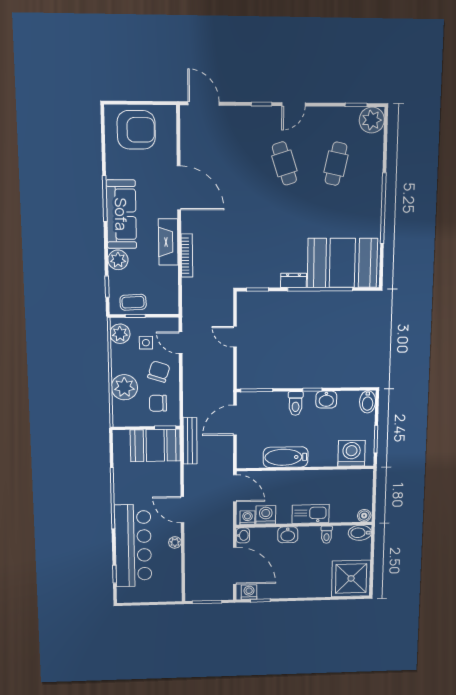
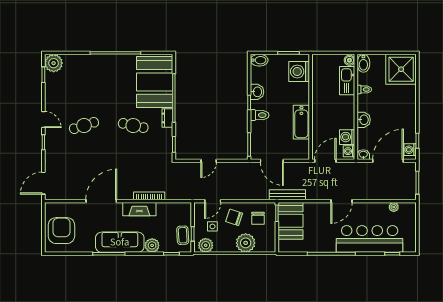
cafe table: (336, 164) -> (133, 126), moved
kitchen sink: (311, 514) -> (347, 81), moved
plant: (175, 542) -> (394, 207), moved

